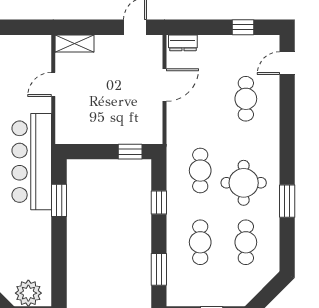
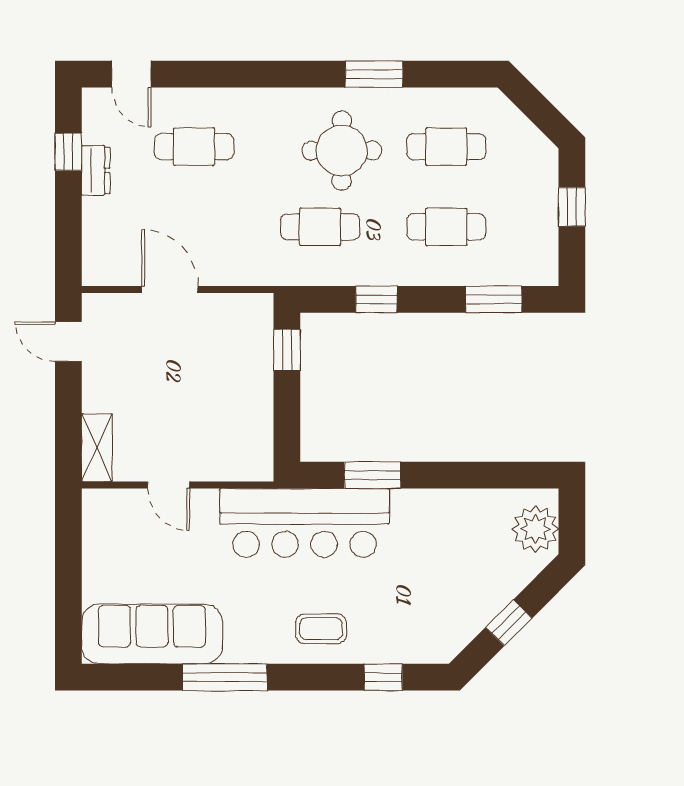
dresser: (183, 43) -> (96, 170), moved

